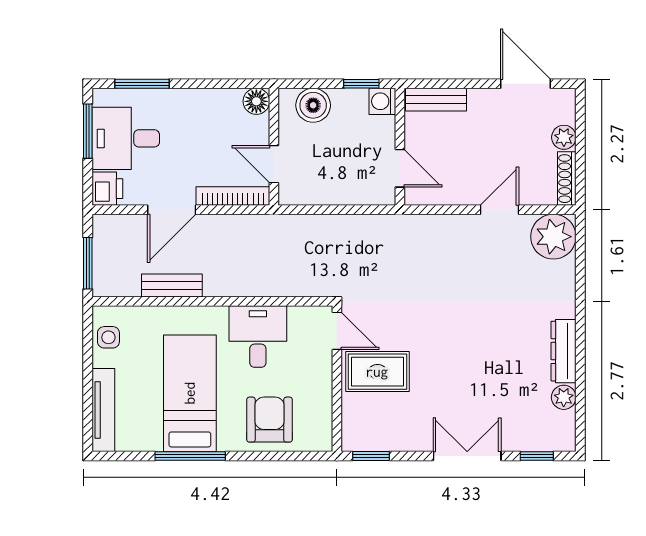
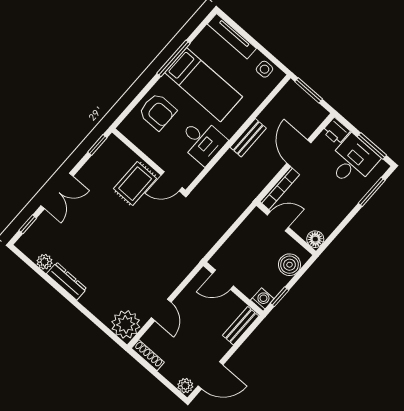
plant: (564, 137) -> (185, 386), moved
bench: (172, 286) -> (248, 138), moved

